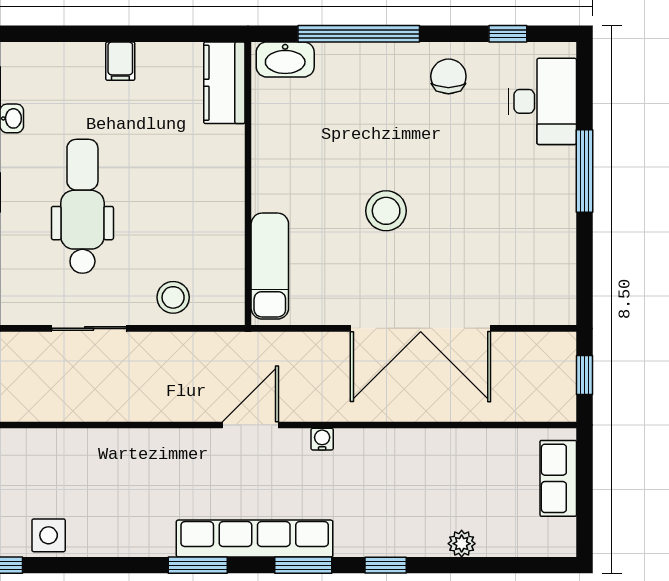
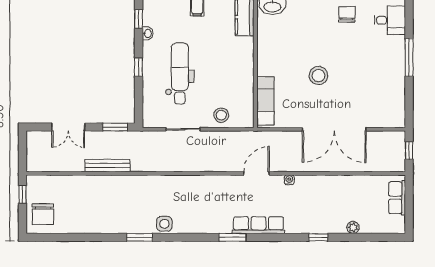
desk: (543, 101) -> (390, 20), width x0.73
row of seats: (255, 538) -> (258, 225), width x0.73
window: (303, 565) -> (281, 237), removed

